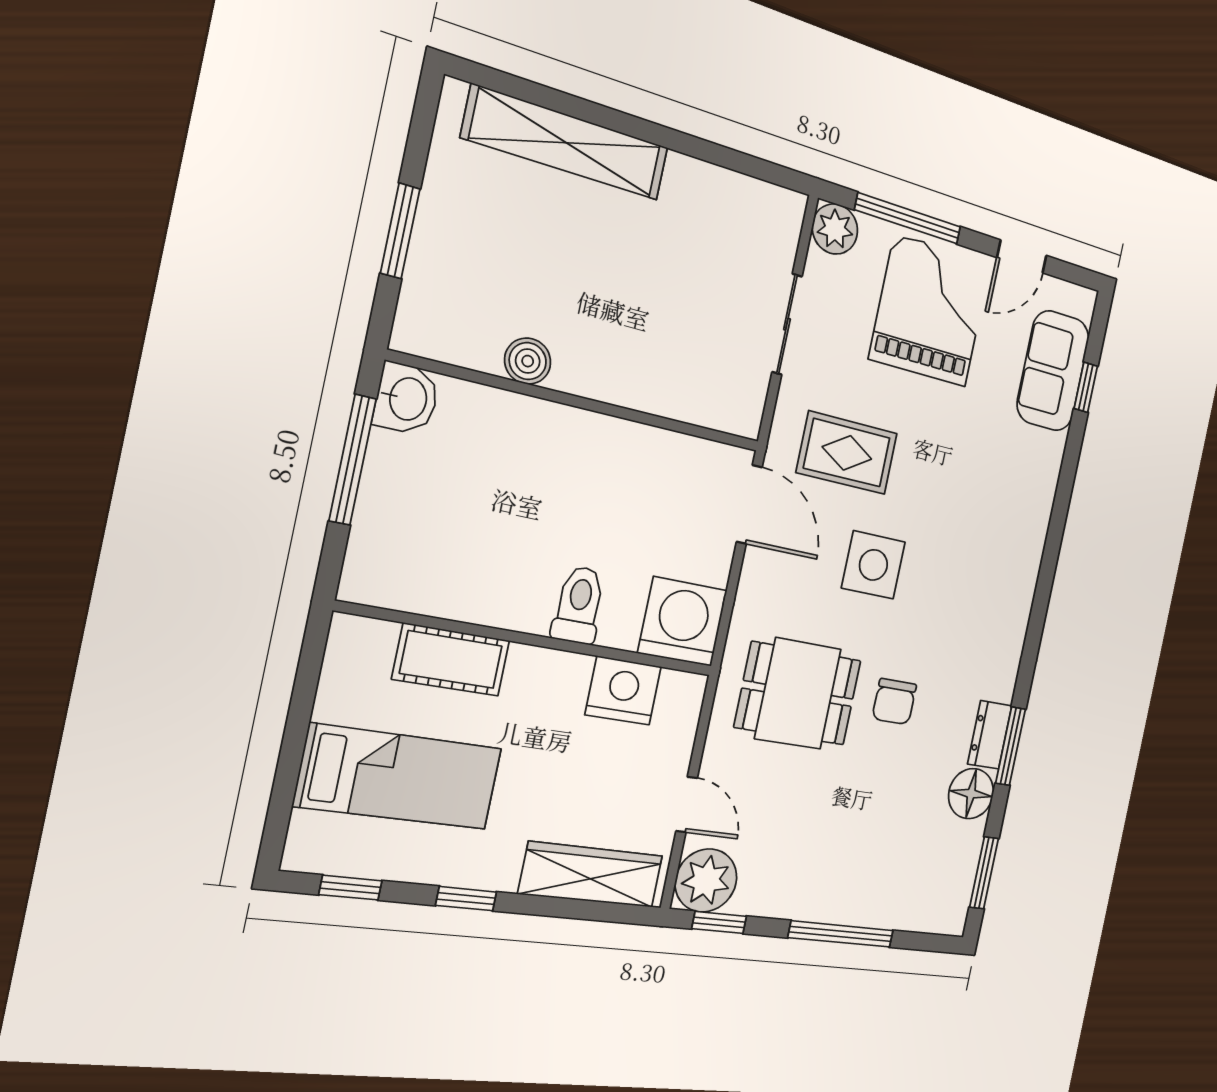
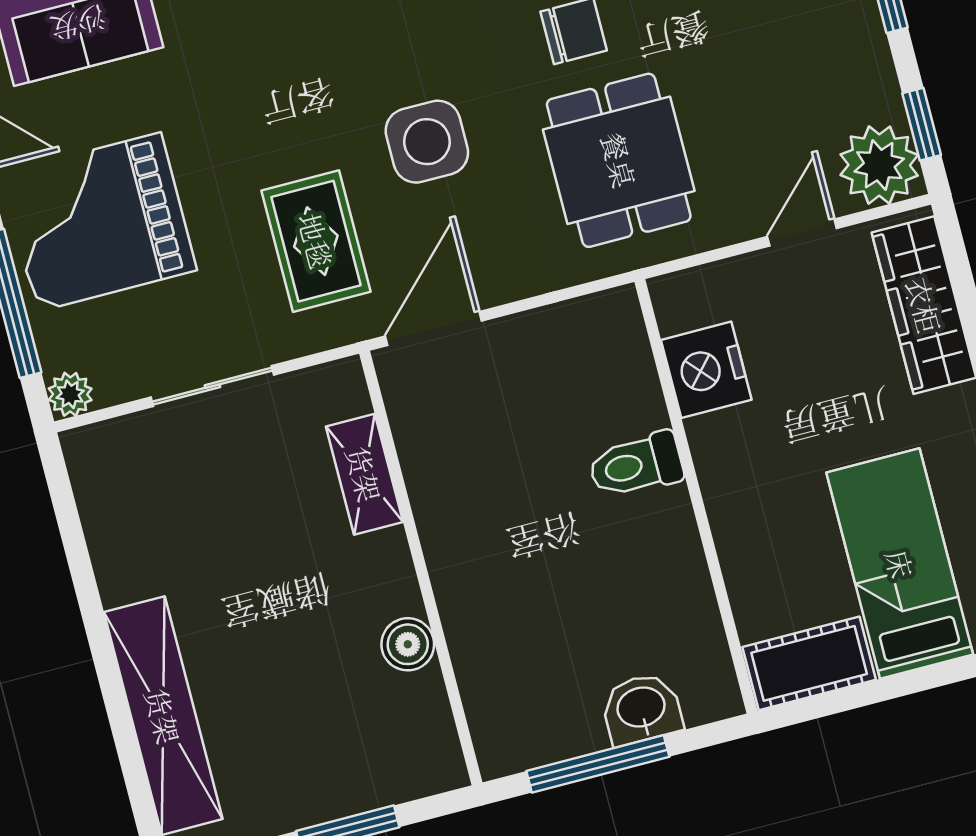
plant: (835, 229) -> (70, 394), width x0.73, depth x0.73
washbasin: (407, 399) -> (641, 709), moved
shelving: (672, 399) -> (364, 474), added
washing machine: (683, 622) -> (600, 340), removed
cot: (451, 660) -> (809, 663), moved, turned 90

